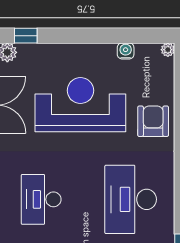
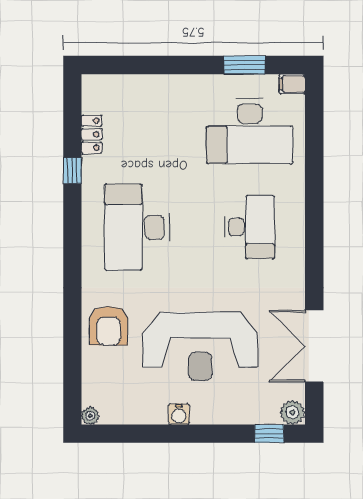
water cooler: (126, 51) -> (179, 414), moved
desk: (131, 199) -> (137, 227), turned 180

